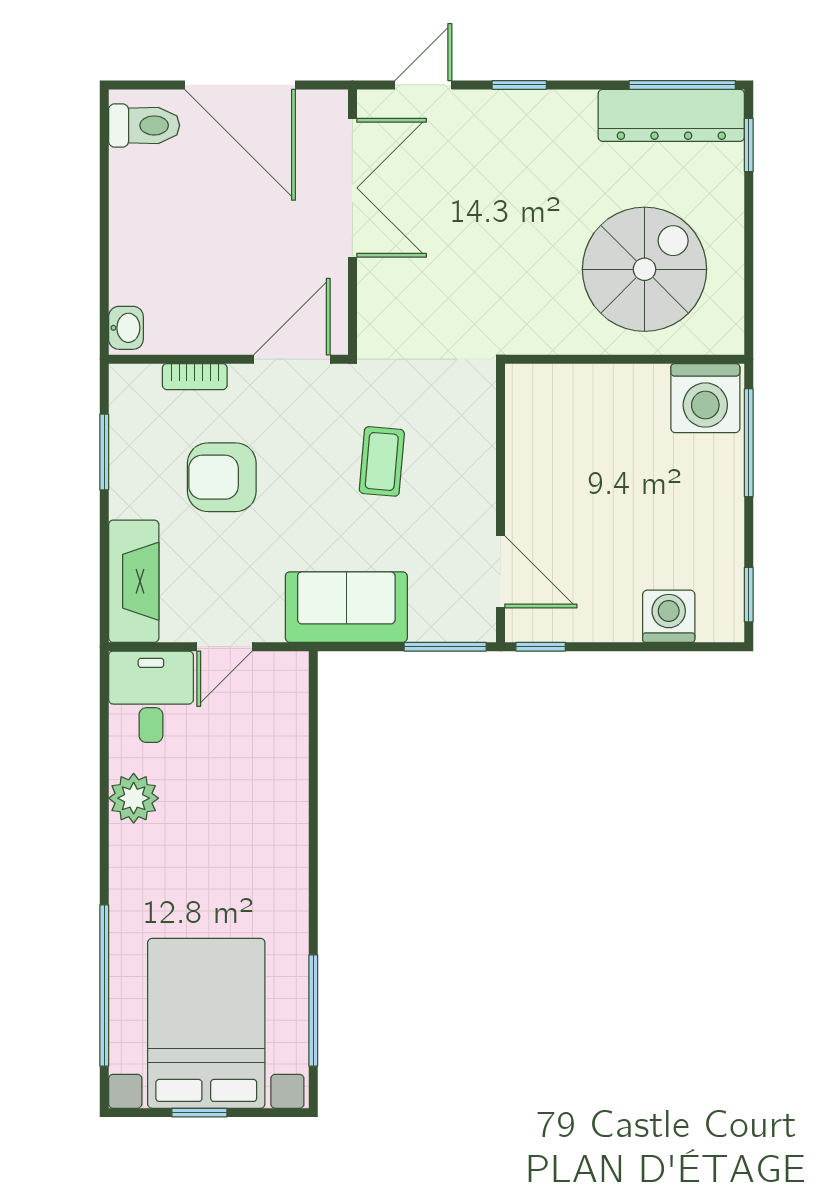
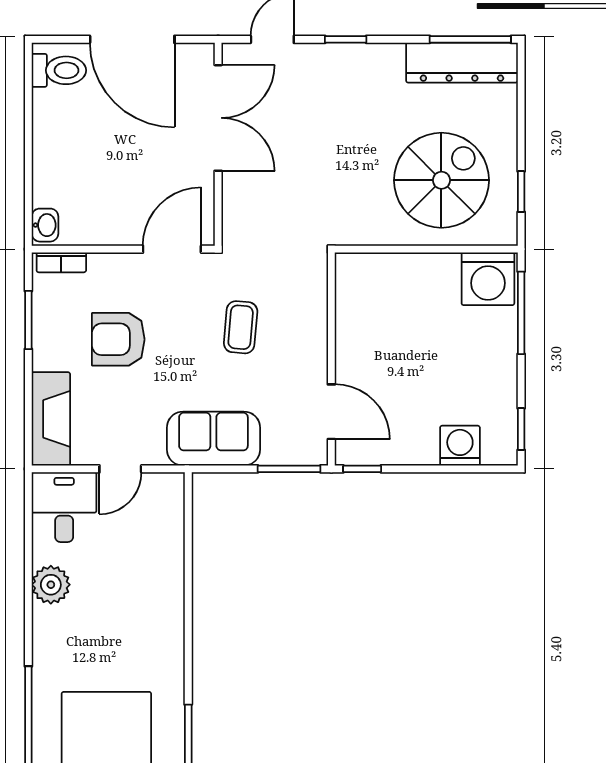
window: (749, 145) -> (521, 192), moved
bookcase: (195, 377) -> (61, 262), moved

